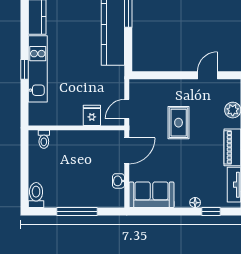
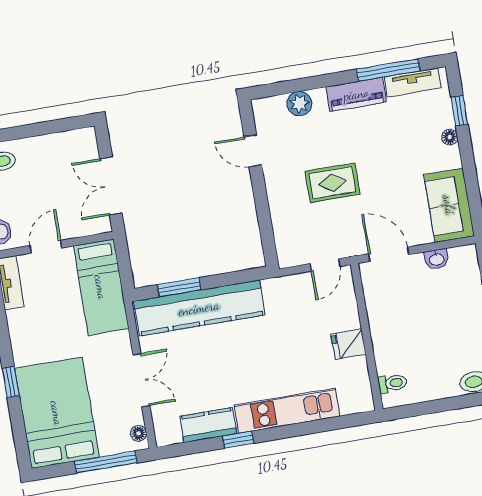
window: (25, 69) -> (238, 440), moved
door: (127, 109) -> (325, 265), hinge flipped
fridge: (92, 115) -> (348, 344), moved

